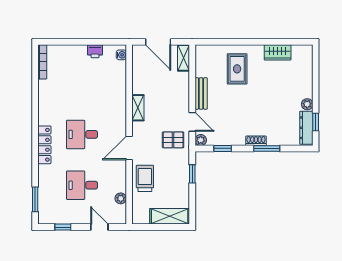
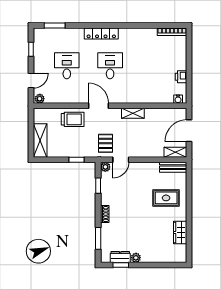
bench: (201, 93) -> (173, 167), moved
dresser: (306, 128) -> (120, 257), width x0.70
window: (267, 148) -> (98, 238), moved
plant: (121, 198) -> (40, 99), moved

